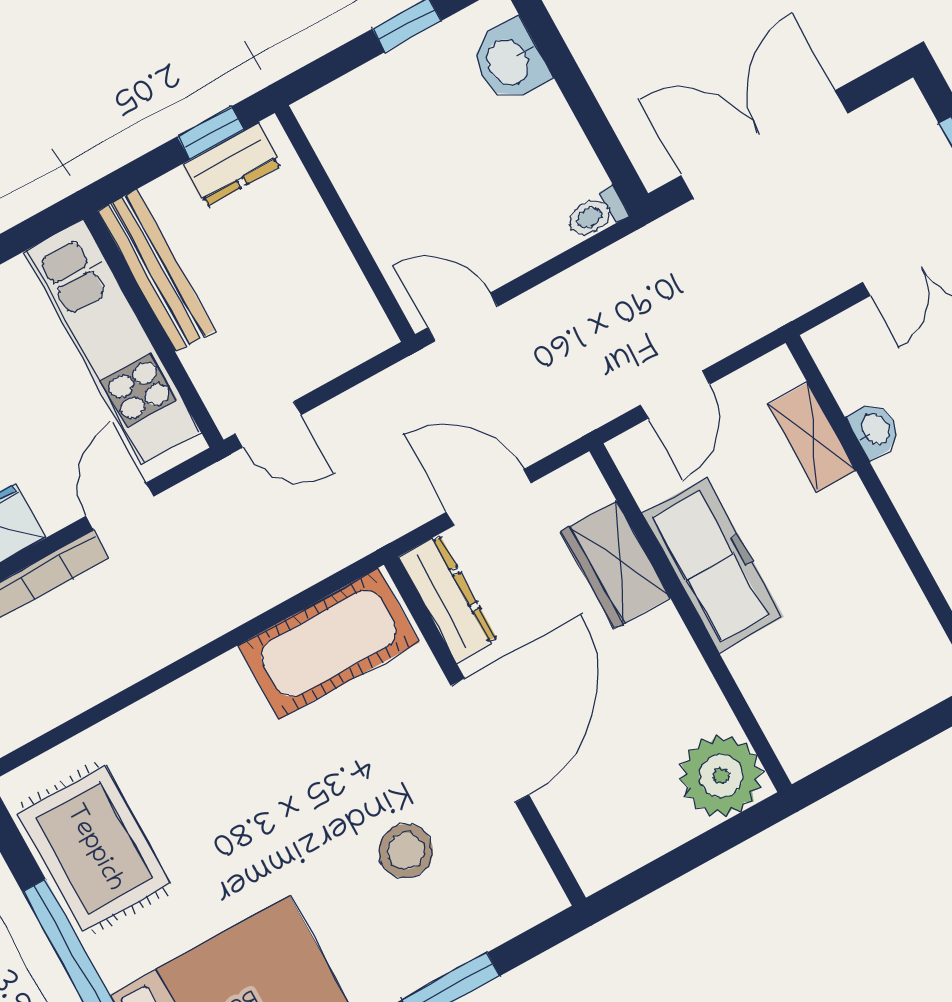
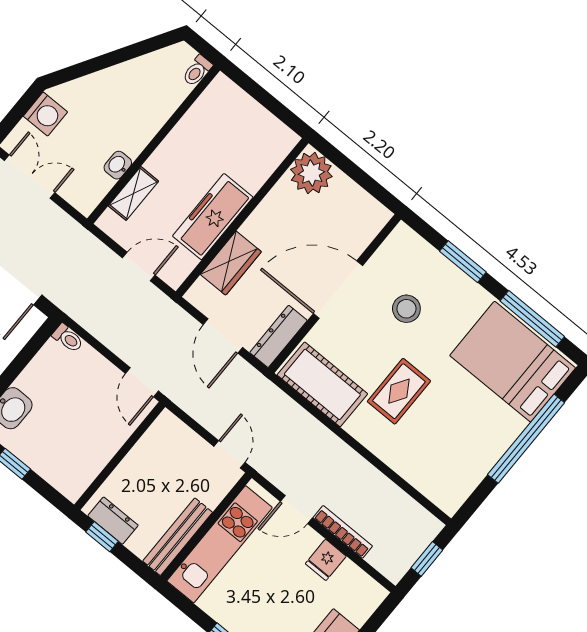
rug: (94, 848) -> (399, 391), moved, width x0.73, depth x0.70

